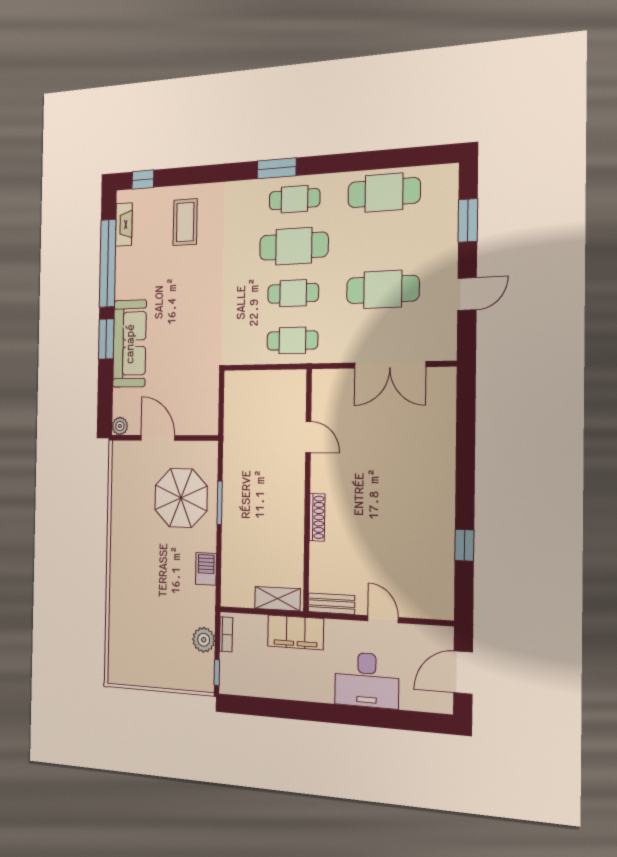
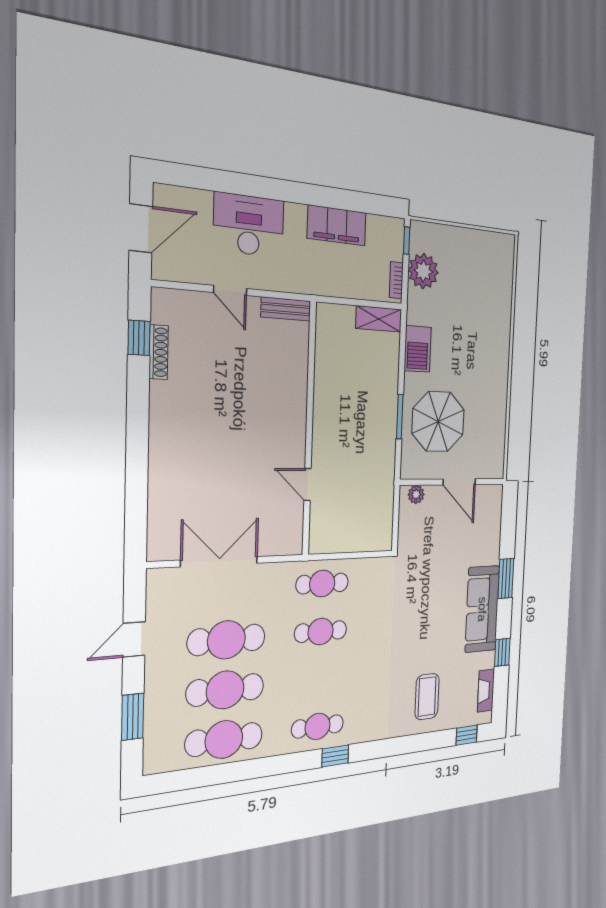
window: (277, 168) -> (335, 756), width x0.67
cafe table: (294, 246) -> (225, 690), moved
window: (108, 263) -> (502, 652), width x0.32
sofa: (130, 344) -> (482, 609), moved
plant: (120, 426) -> (416, 494), moved
shoe rack: (317, 517) -> (159, 352), moved, turned 180
window: (464, 545) -> (139, 338), moved
barbecue: (206, 569) -> (418, 349), width x1.38, depth x1.27
shelving: (277, 599) -> (379, 319), moved
filing cabinet: (296, 632) -> (337, 225), moved, turned 180
plant: (204, 640) -> (423, 271), width x1.36, depth x1.36

